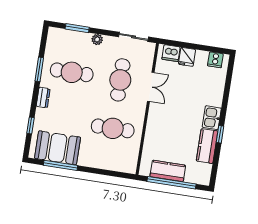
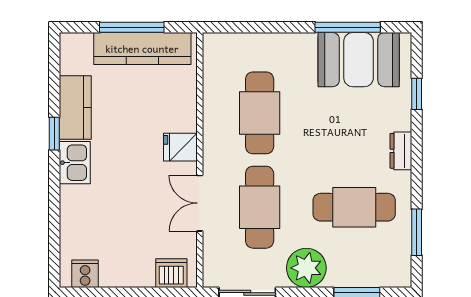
plant: (97, 39) -> (306, 268), width x1.88, depth x1.88
fridge: (187, 57) -> (180, 147), moved, turned -90
window: (39, 69) -> (417, 232), moved
cafe table: (113, 128) -> (260, 113), turned 90
kitchen counter: (168, 171) -> (142, 49), width x1.50
window: (172, 183) -> (132, 27), width x0.68

